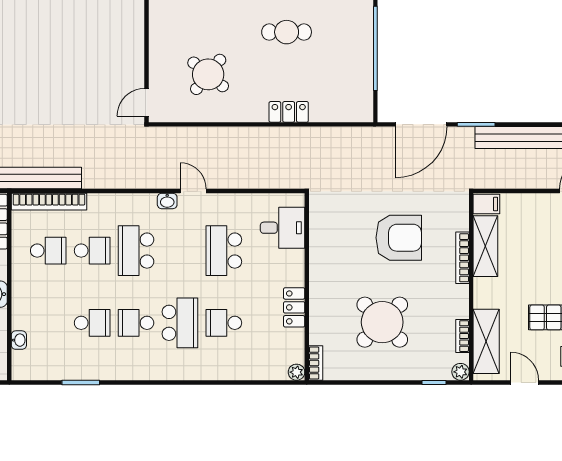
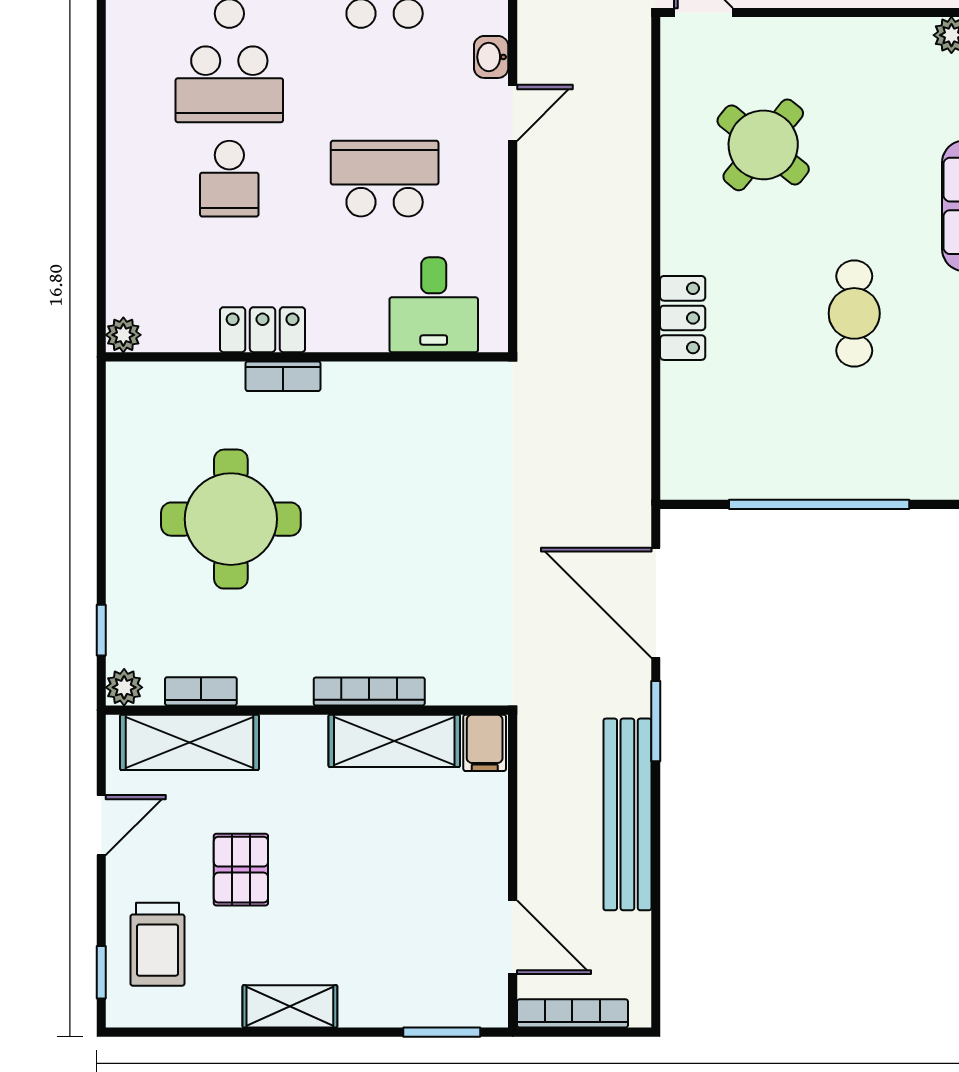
armchair: (399, 238) -> (412, 554), removed
round table: (382, 322) -> (231, 519), turned 45
school desk: (224, 323) -> (229, 179), turned 180
bookcase: (316, 363) -> (283, 376), moved

